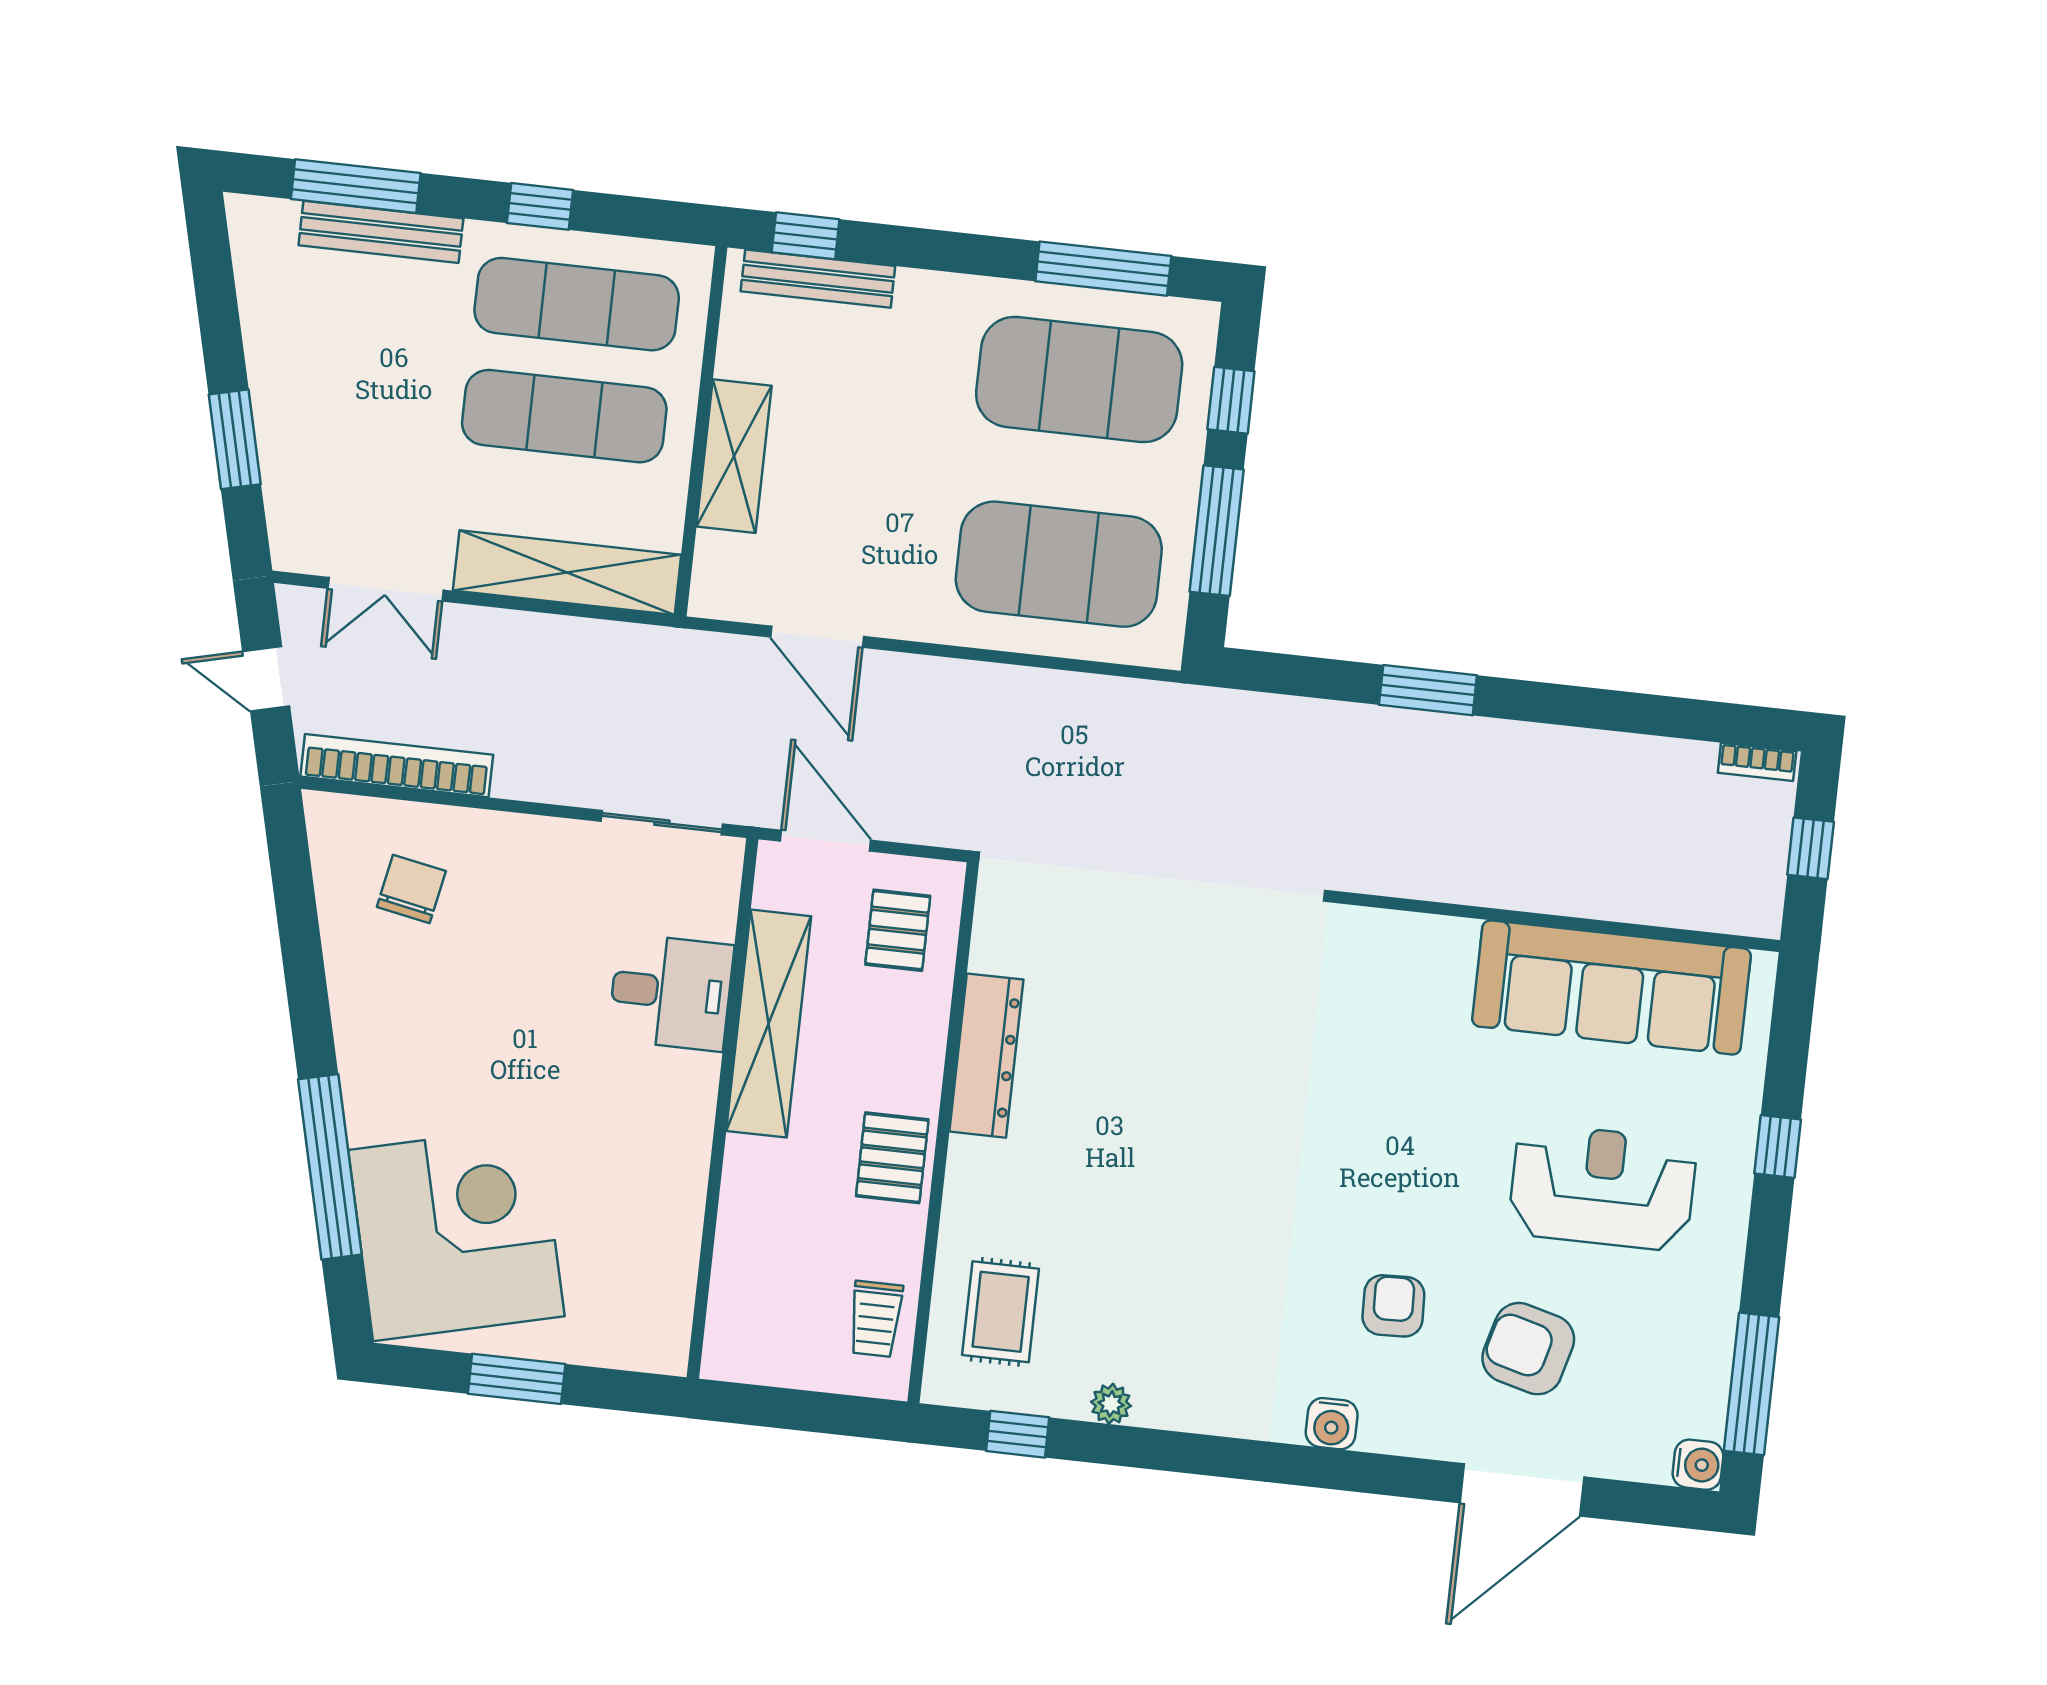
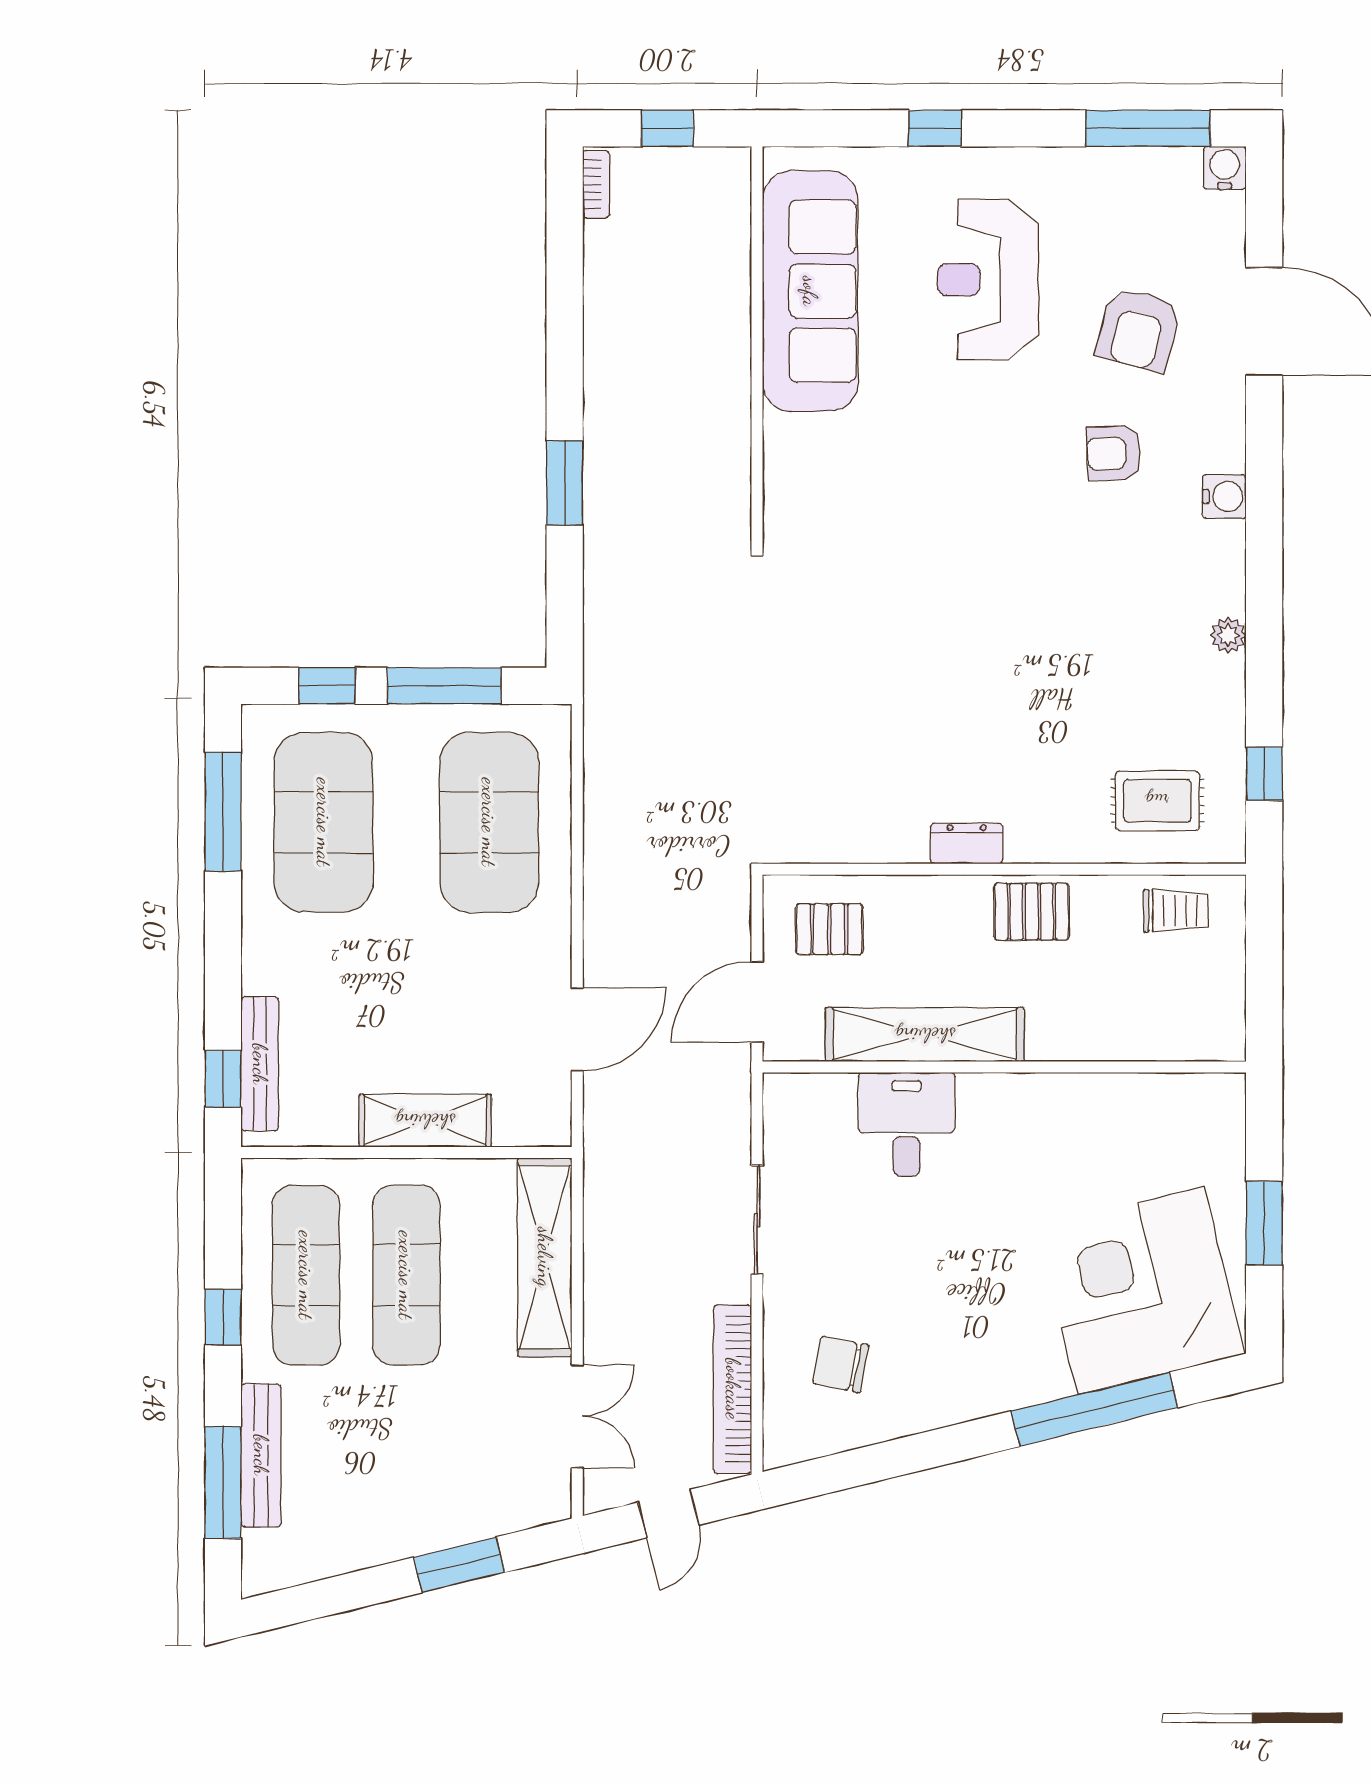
sliding door: (662, 823) -> (757, 1220), moved
dresser: (986, 1056) -> (967, 843), width x0.51, depth x0.80
plant: (1111, 1404) -> (1228, 635), moved

